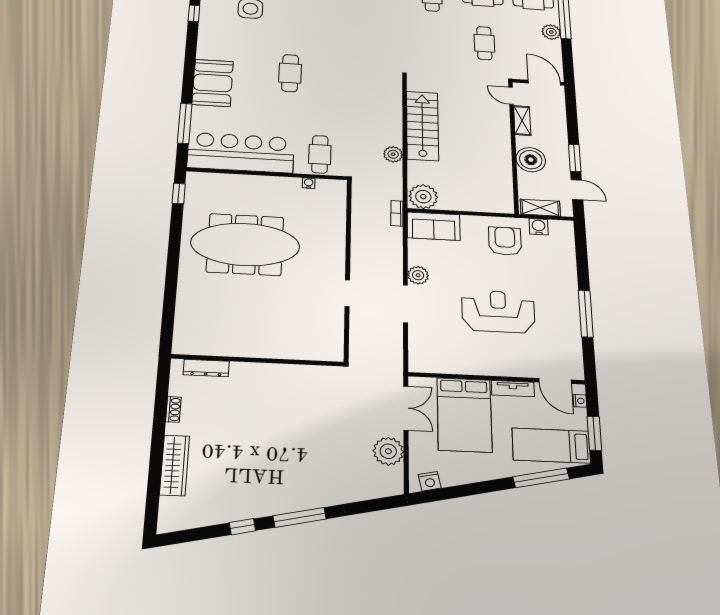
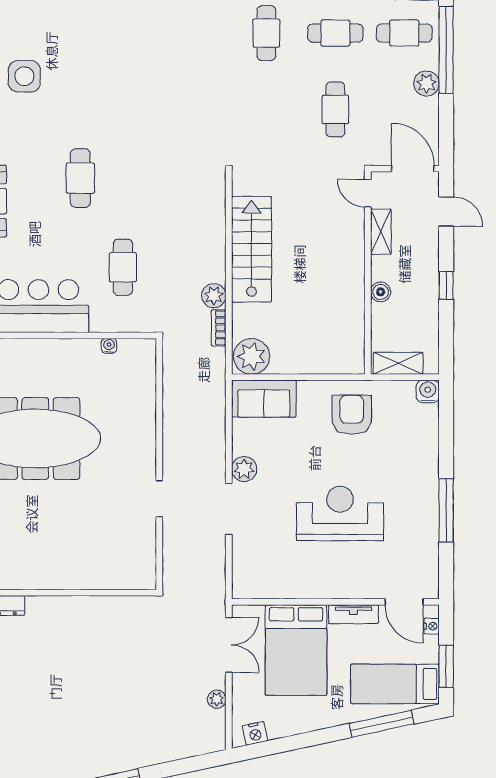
cafe table: (320, 154) -> (123, 267), moved
window: (575, 158) -> (446, 285), width x0.67
boiler: (531, 160) -> (381, 292), width x0.54, depth x0.54
door: (577, 190) -> (446, 211), moved
bookcase: (397, 213) -> (219, 328), moved
water cooler: (539, 227) -> (428, 391), moved
plant: (388, 451) -> (217, 699), width x0.53, depth x0.53

